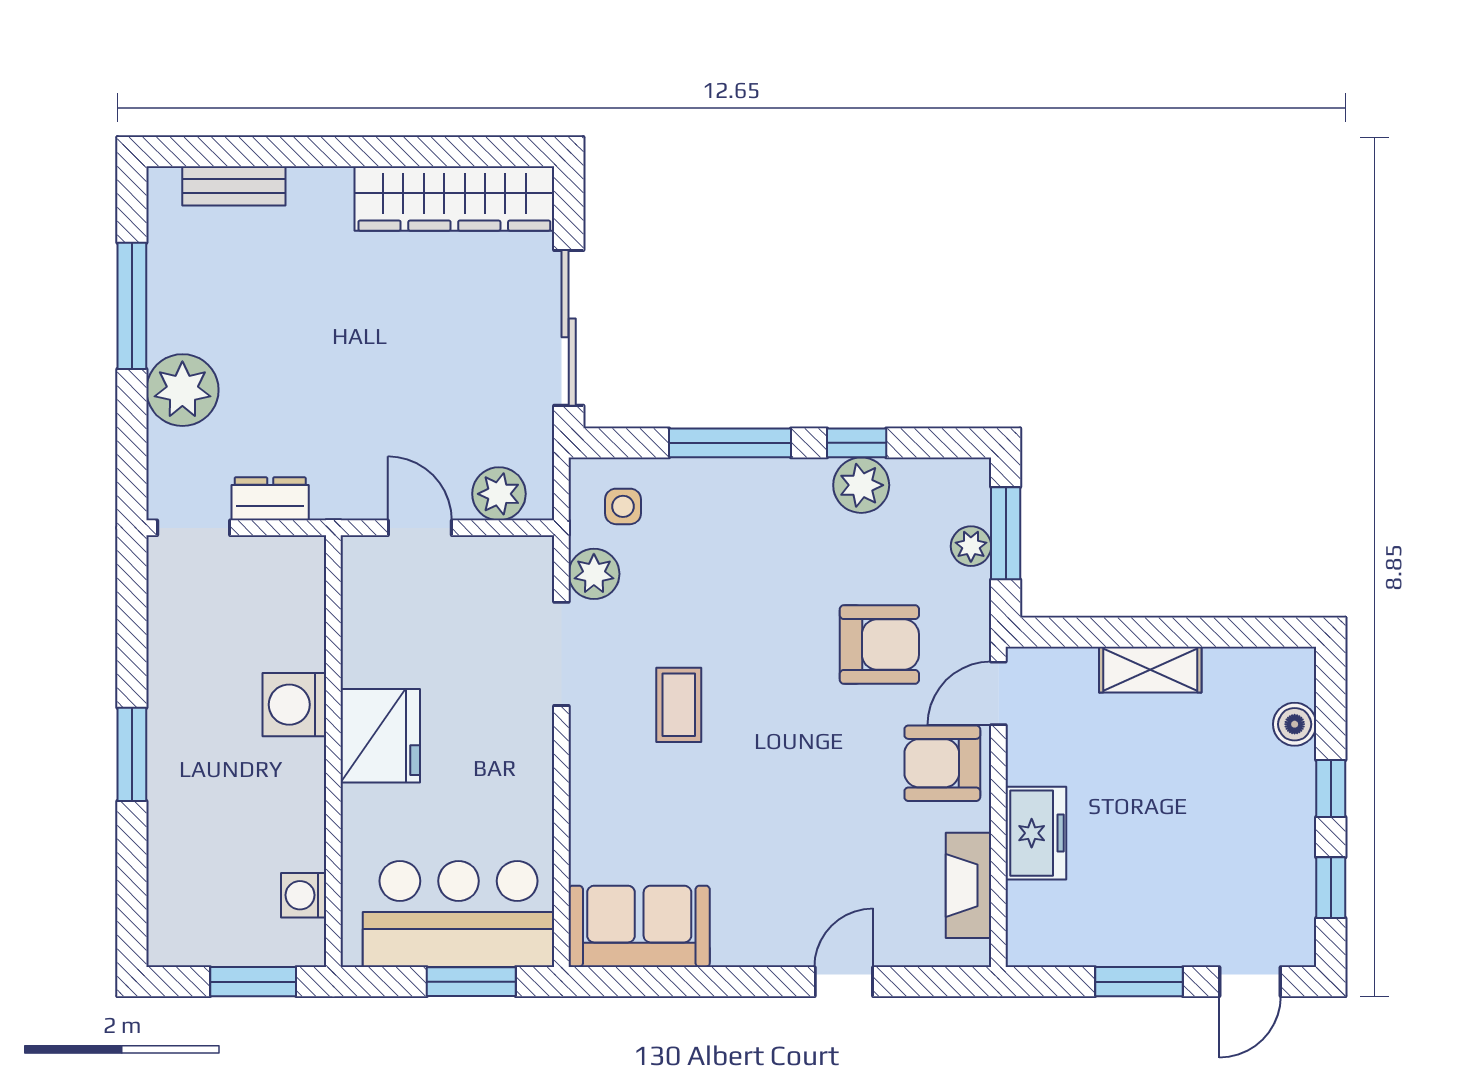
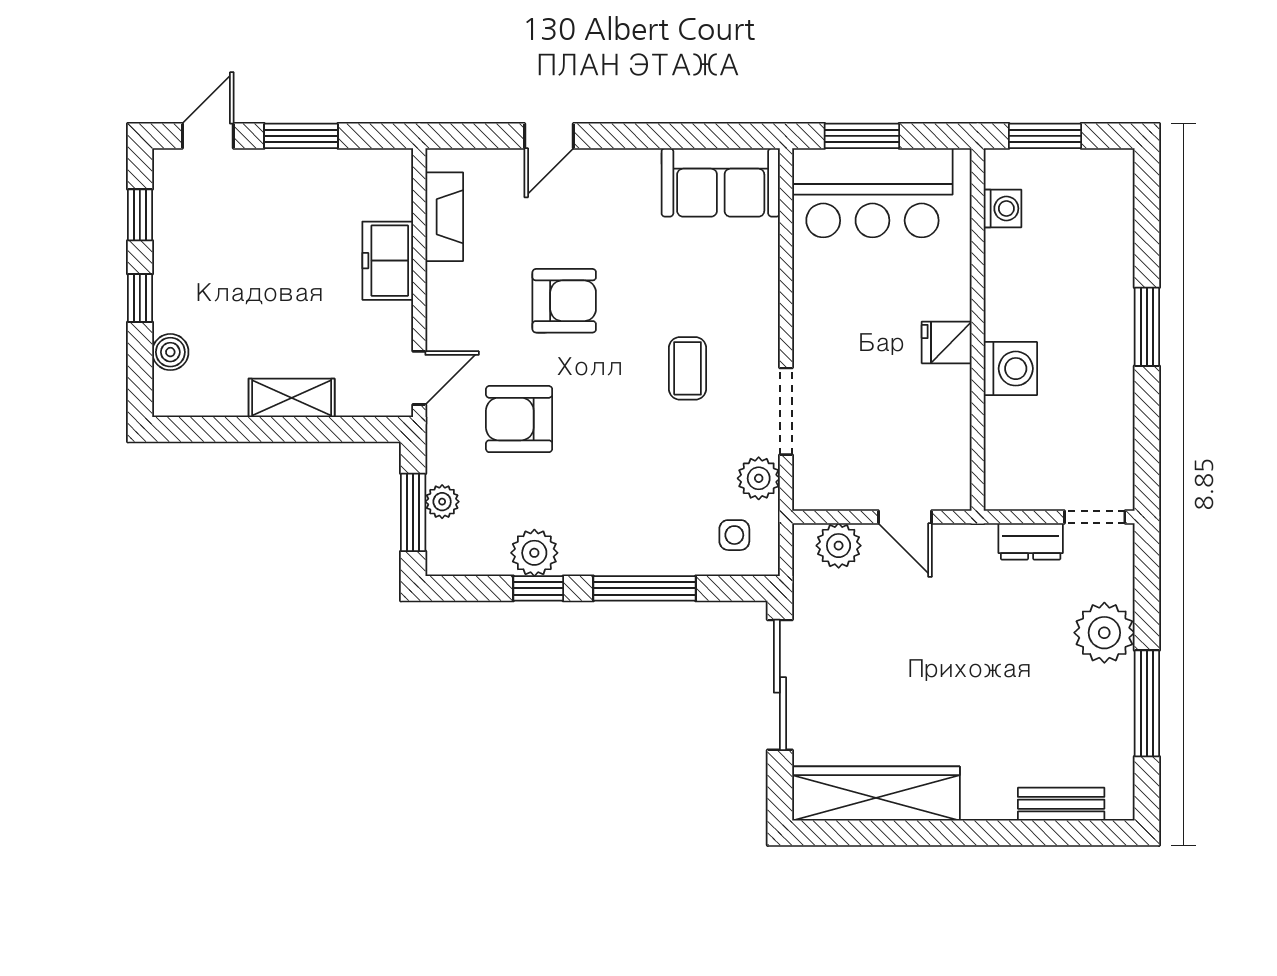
fridge: (380, 736) -> (947, 342), width x0.53, depth x0.75
armchair: (942, 763) -> (564, 301), moved

